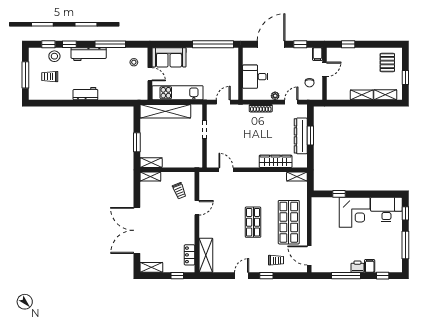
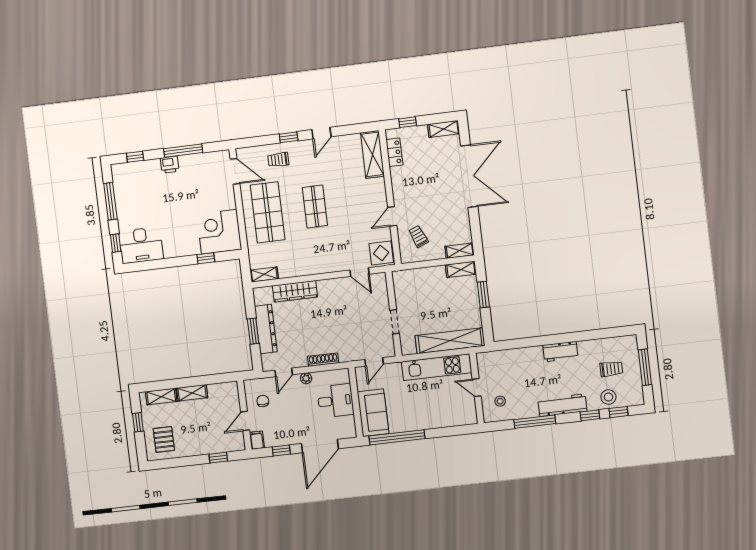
sofa: (169, 57) -> (373, 413), moved, turned 90
display table: (208, 182) -> (381, 253), added
corner desk: (355, 212) -> (219, 232), moved
filing cabinet: (370, 266) -> (154, 168), removed

